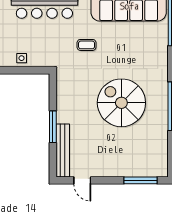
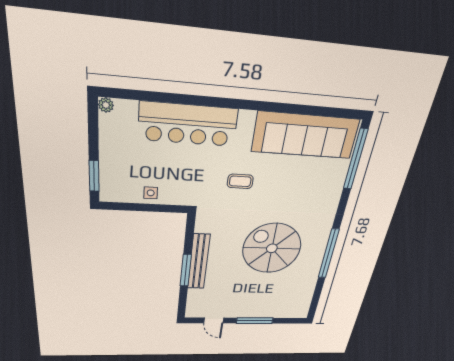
bench: (63, 150) -> (199, 262), moved
window: (141, 180) -> (255, 321), moved

